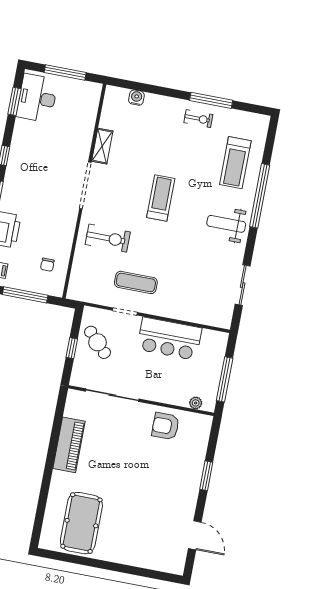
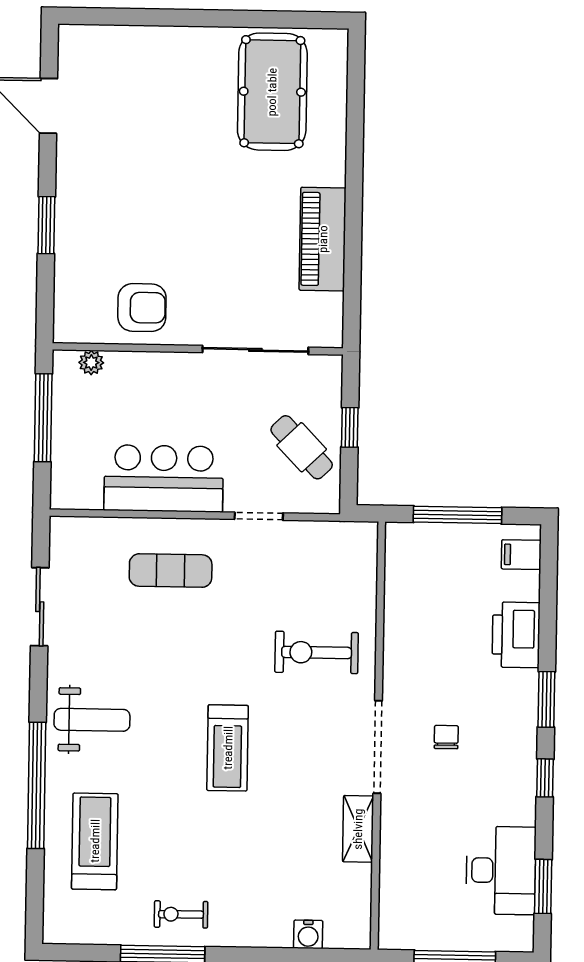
desk: (37, 98) -> (501, 870), moved
chair: (47, 265) -> (446, 737), moved
exercise mat: (136, 282) -> (171, 571), moved

